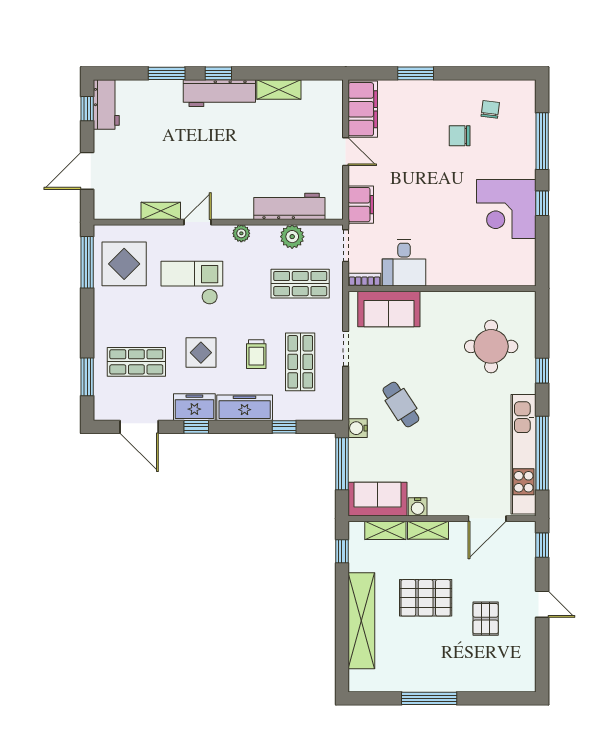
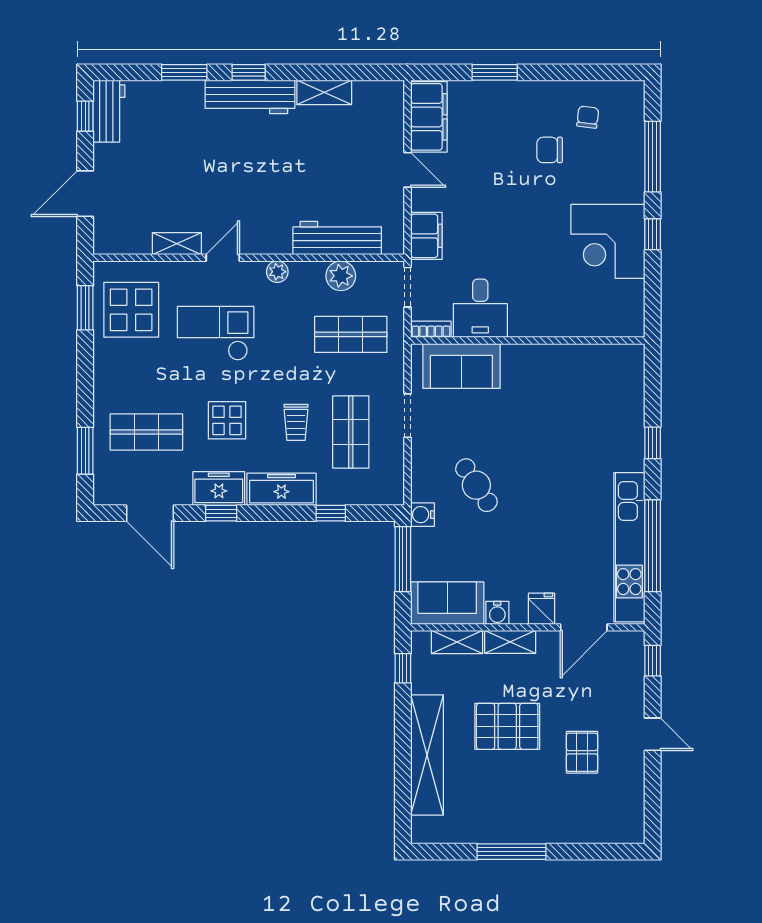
window: (87, 262) -> (85, 308), width x0.69
round table: (491, 346) -> (589, 413), removed
fridge: (453, 504) -> (542, 609), added

